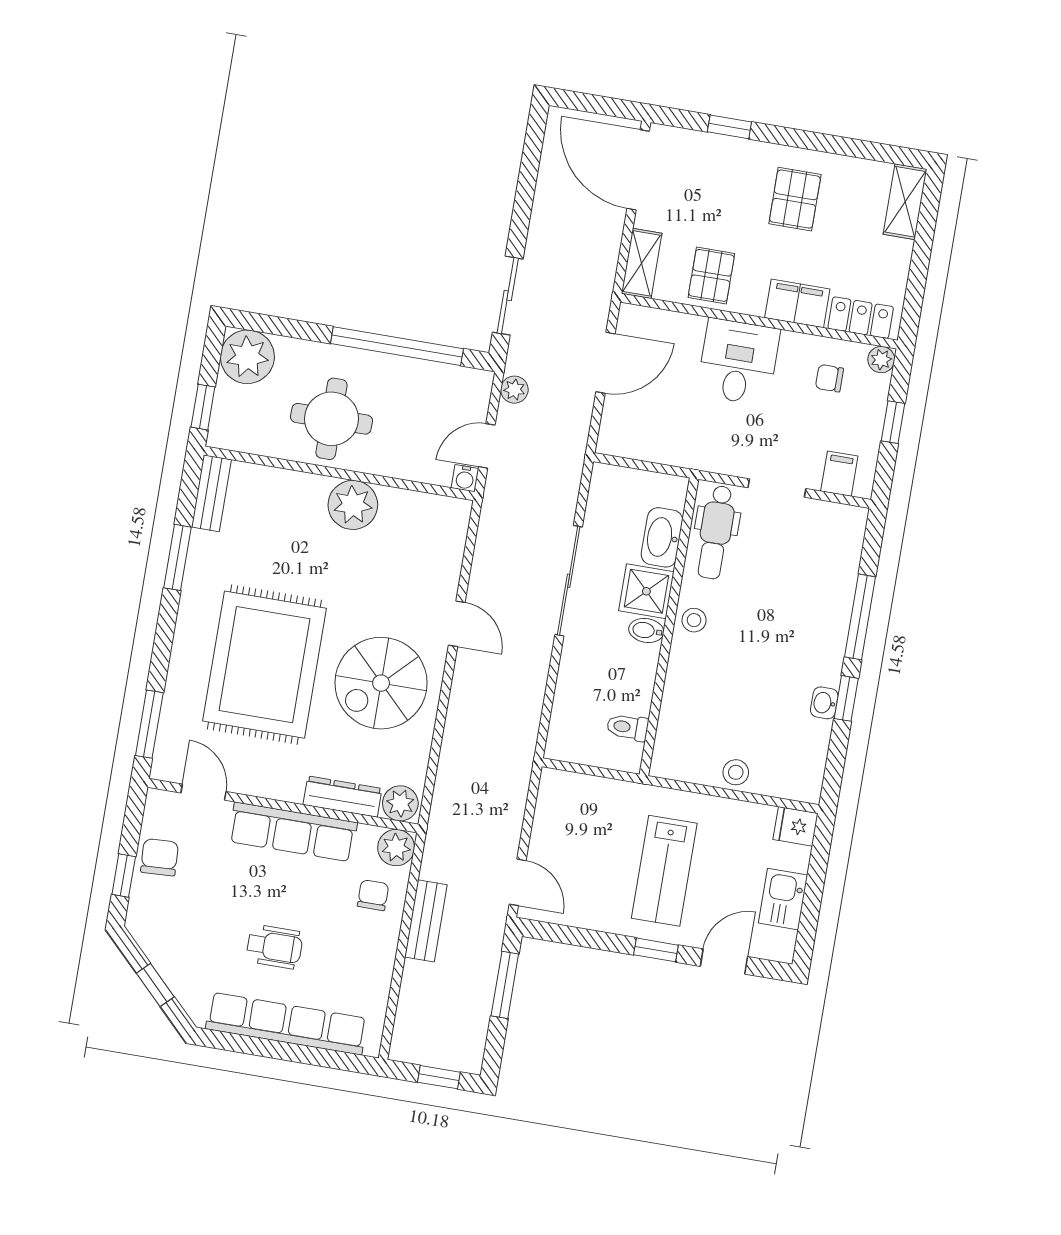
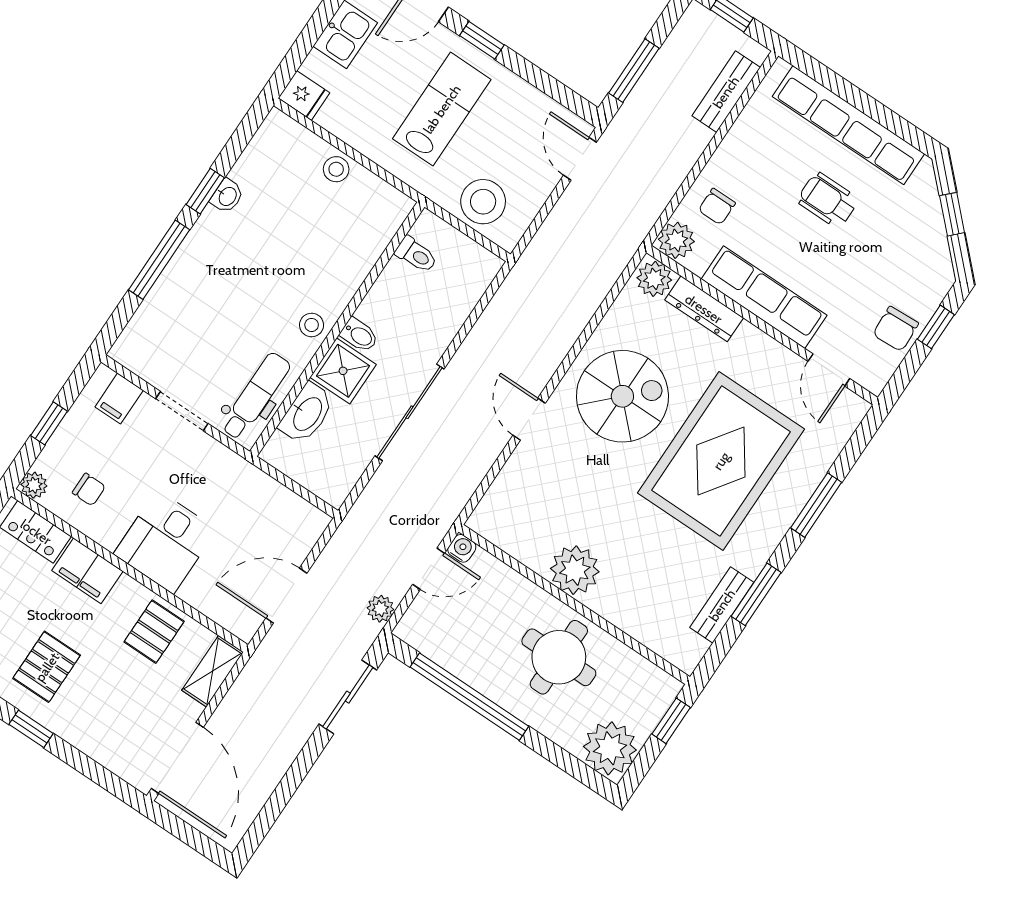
window: (729, 127) -> (31, 729), moved
bench: (211, 493) -> (722, 605), moved
window: (149, 724) -> (816, 505), moved
stool: (588, 803) -> (483, 202), added
bench: (426, 921) -> (726, 92), moved

